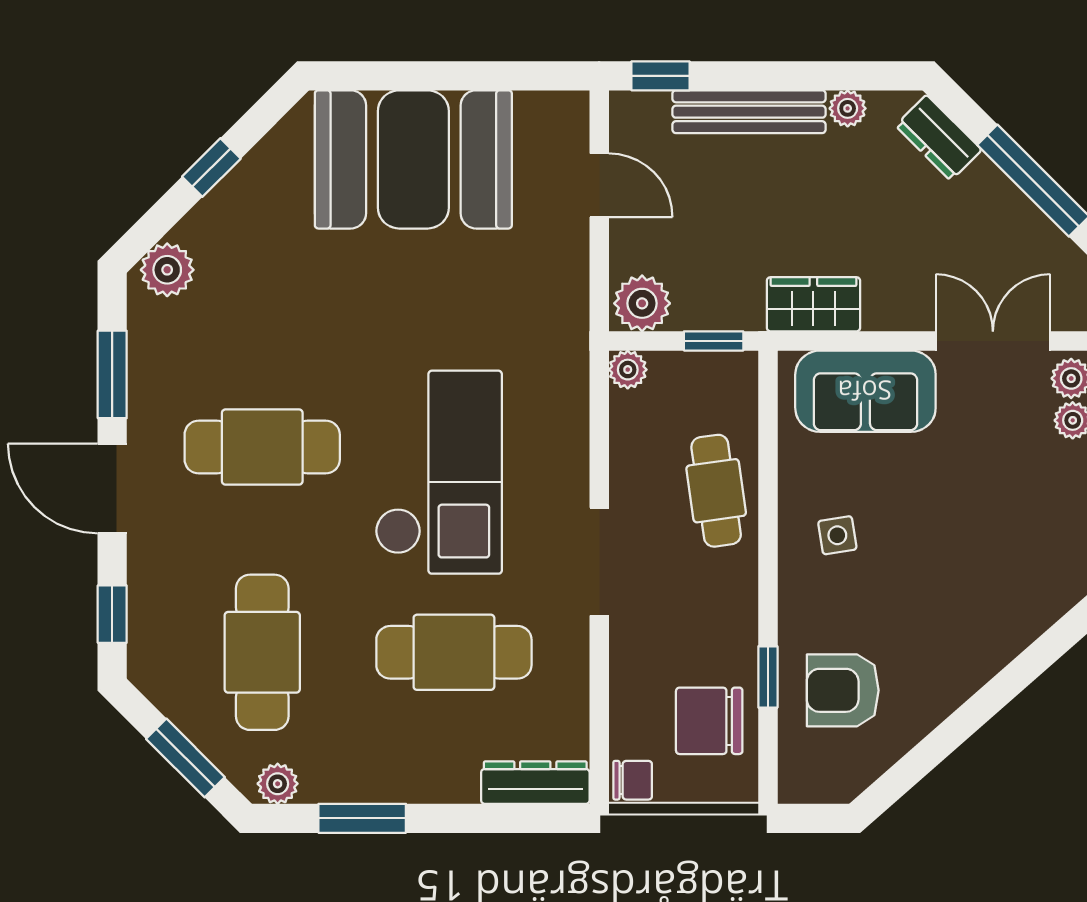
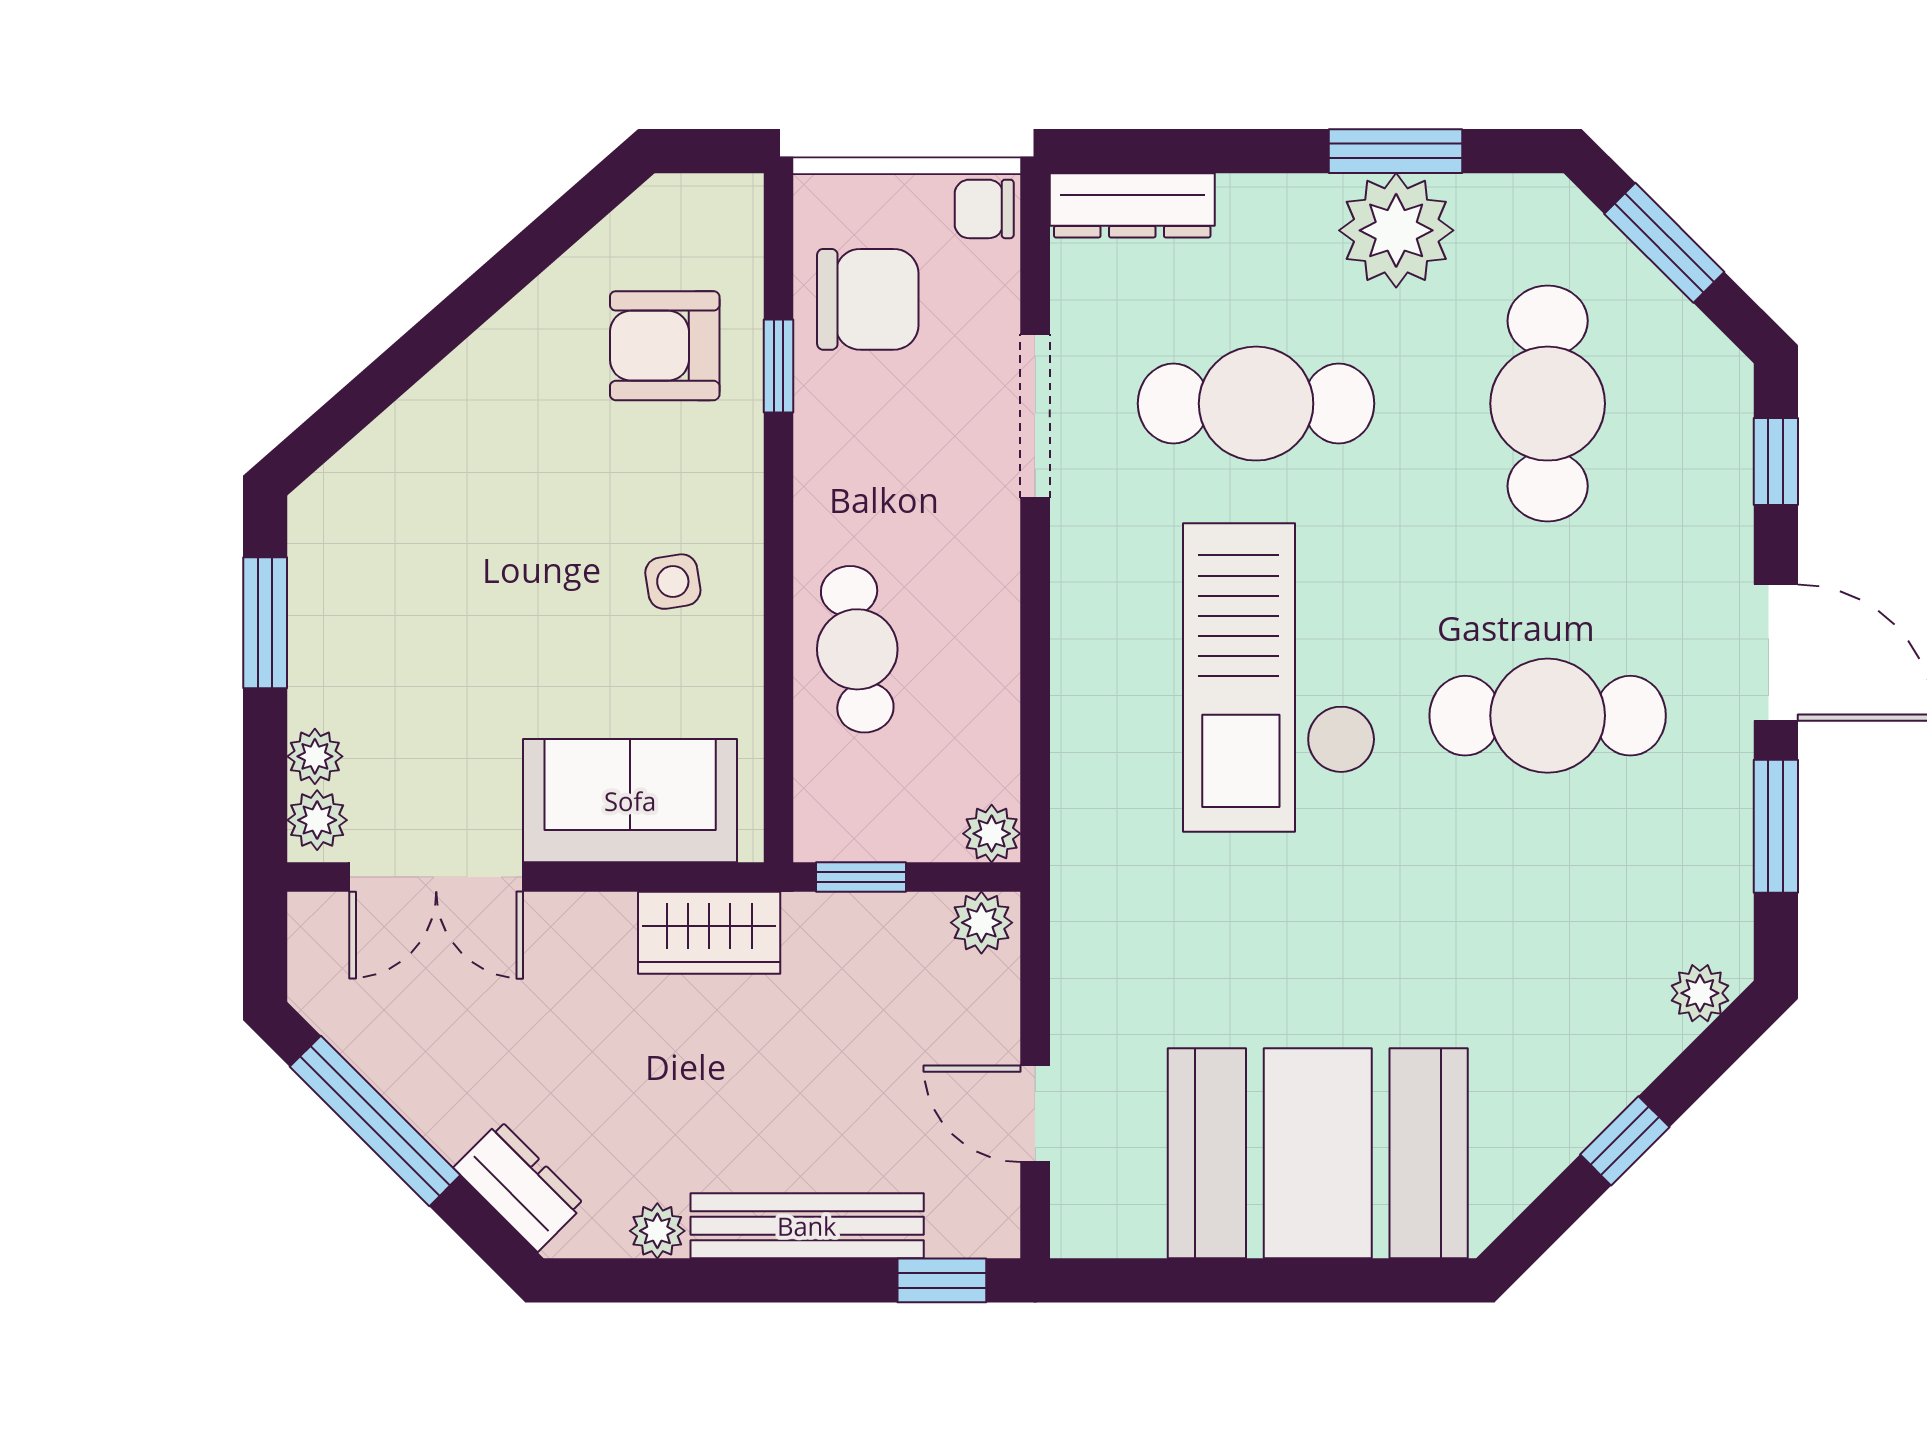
plant: (167, 270) -> (1700, 993), width x0.73, depth x0.73
plant: (642, 303) -> (981, 923), width x0.73, depth x0.73
doorway: (599, 562) -> (1035, 416), moved
armchair: (843, 690) -> (665, 346), turned 180
plant: (278, 784) -> (1396, 230), moved, width x1.87, depth x1.87

